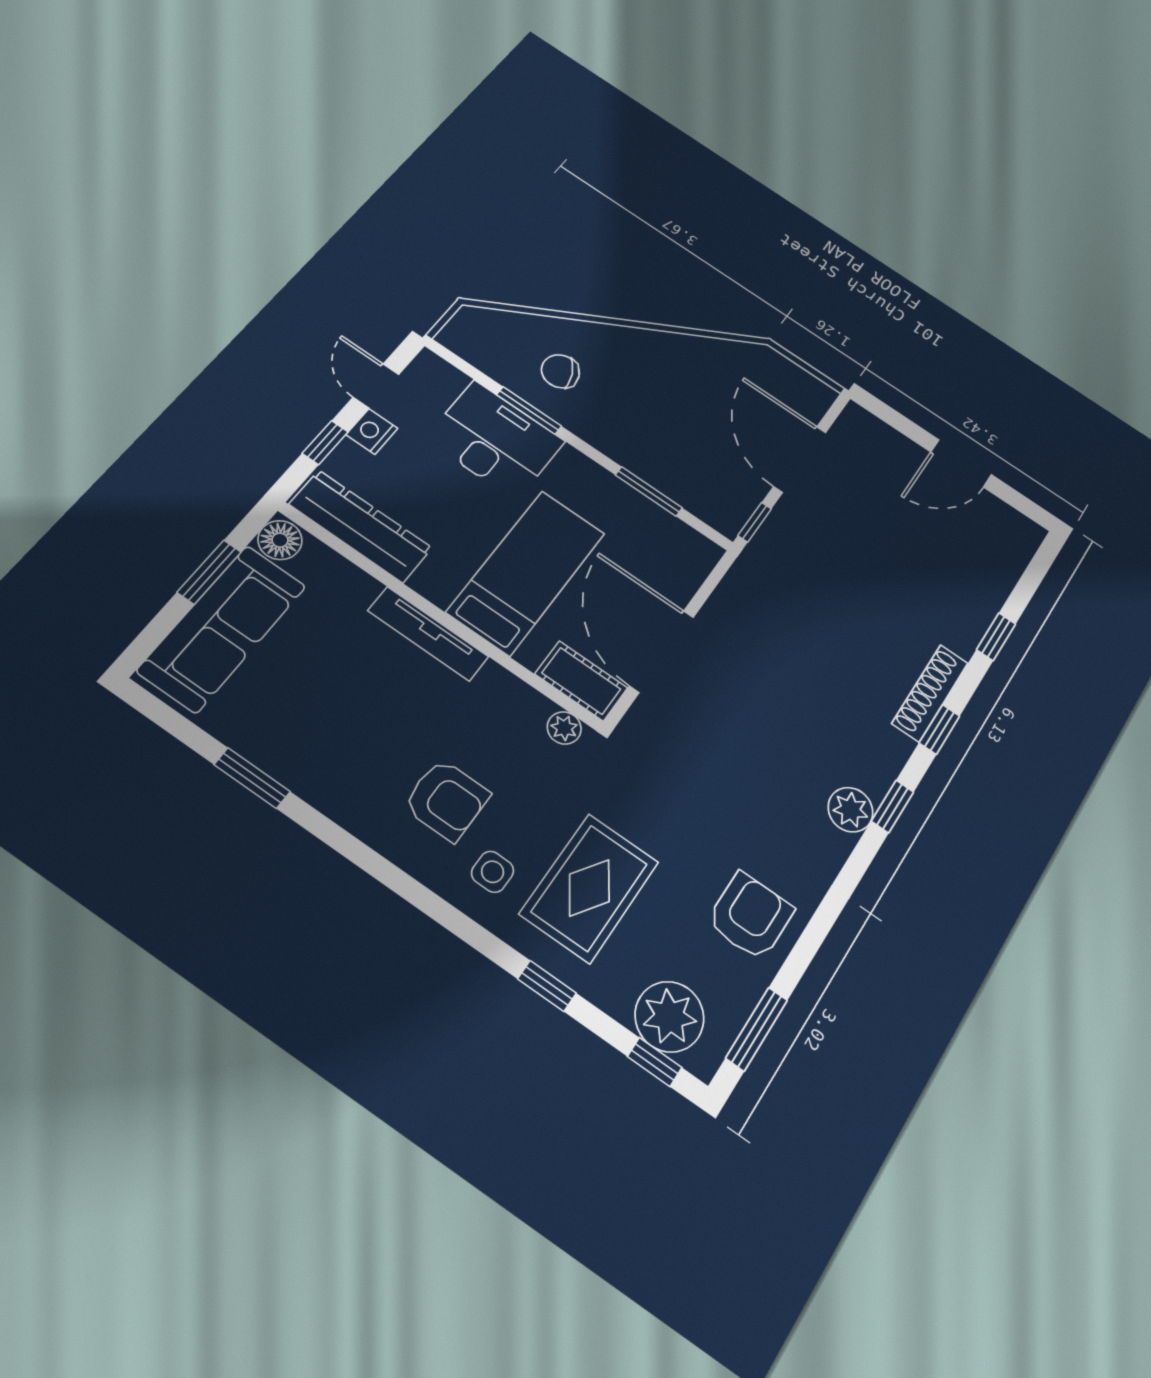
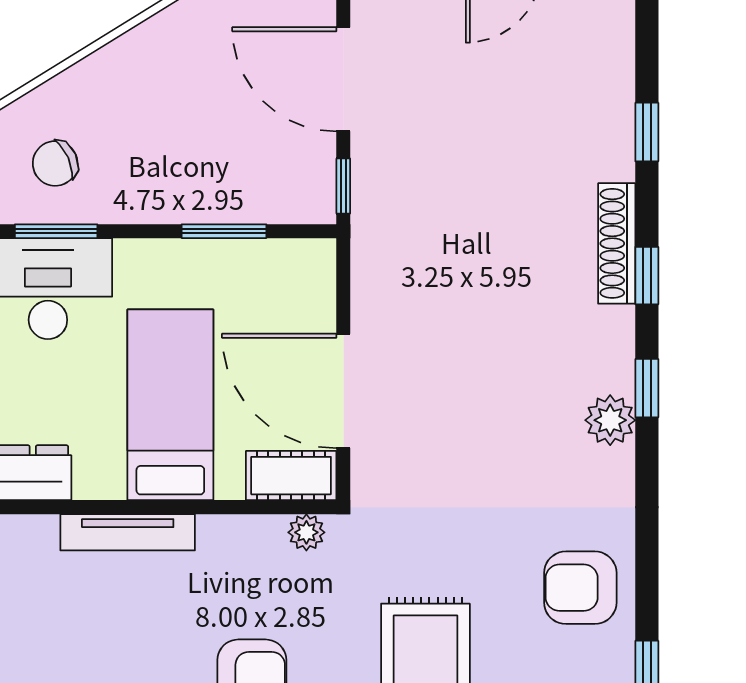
armchair: (750, 916) -> (580, 588), turned -90

